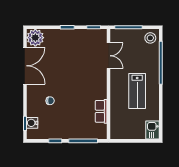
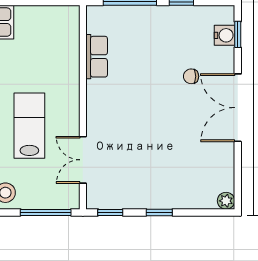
plant: (35, 38) -> (226, 201), width x0.53, depth x0.53
double door: (25, 66) -> (238, 108), moved
lab bench: (137, 91) -> (29, 126), moved

